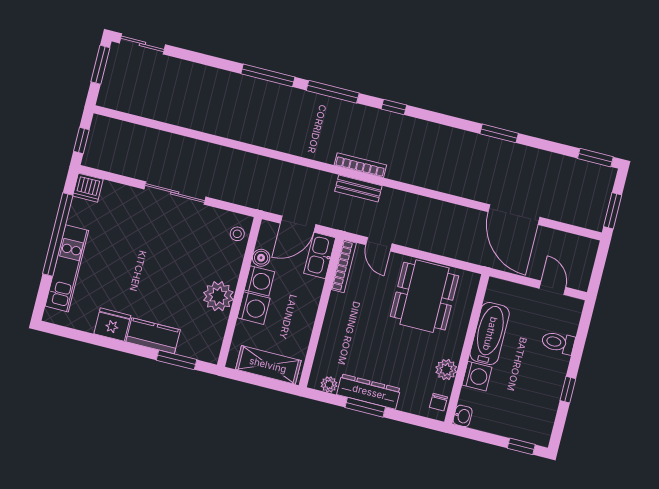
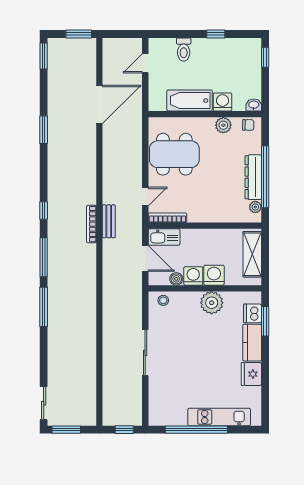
dishwasher: (88, 188) -> (252, 313), moved, turned 180
window: (365, 407) -> (265, 177), width x2.11

